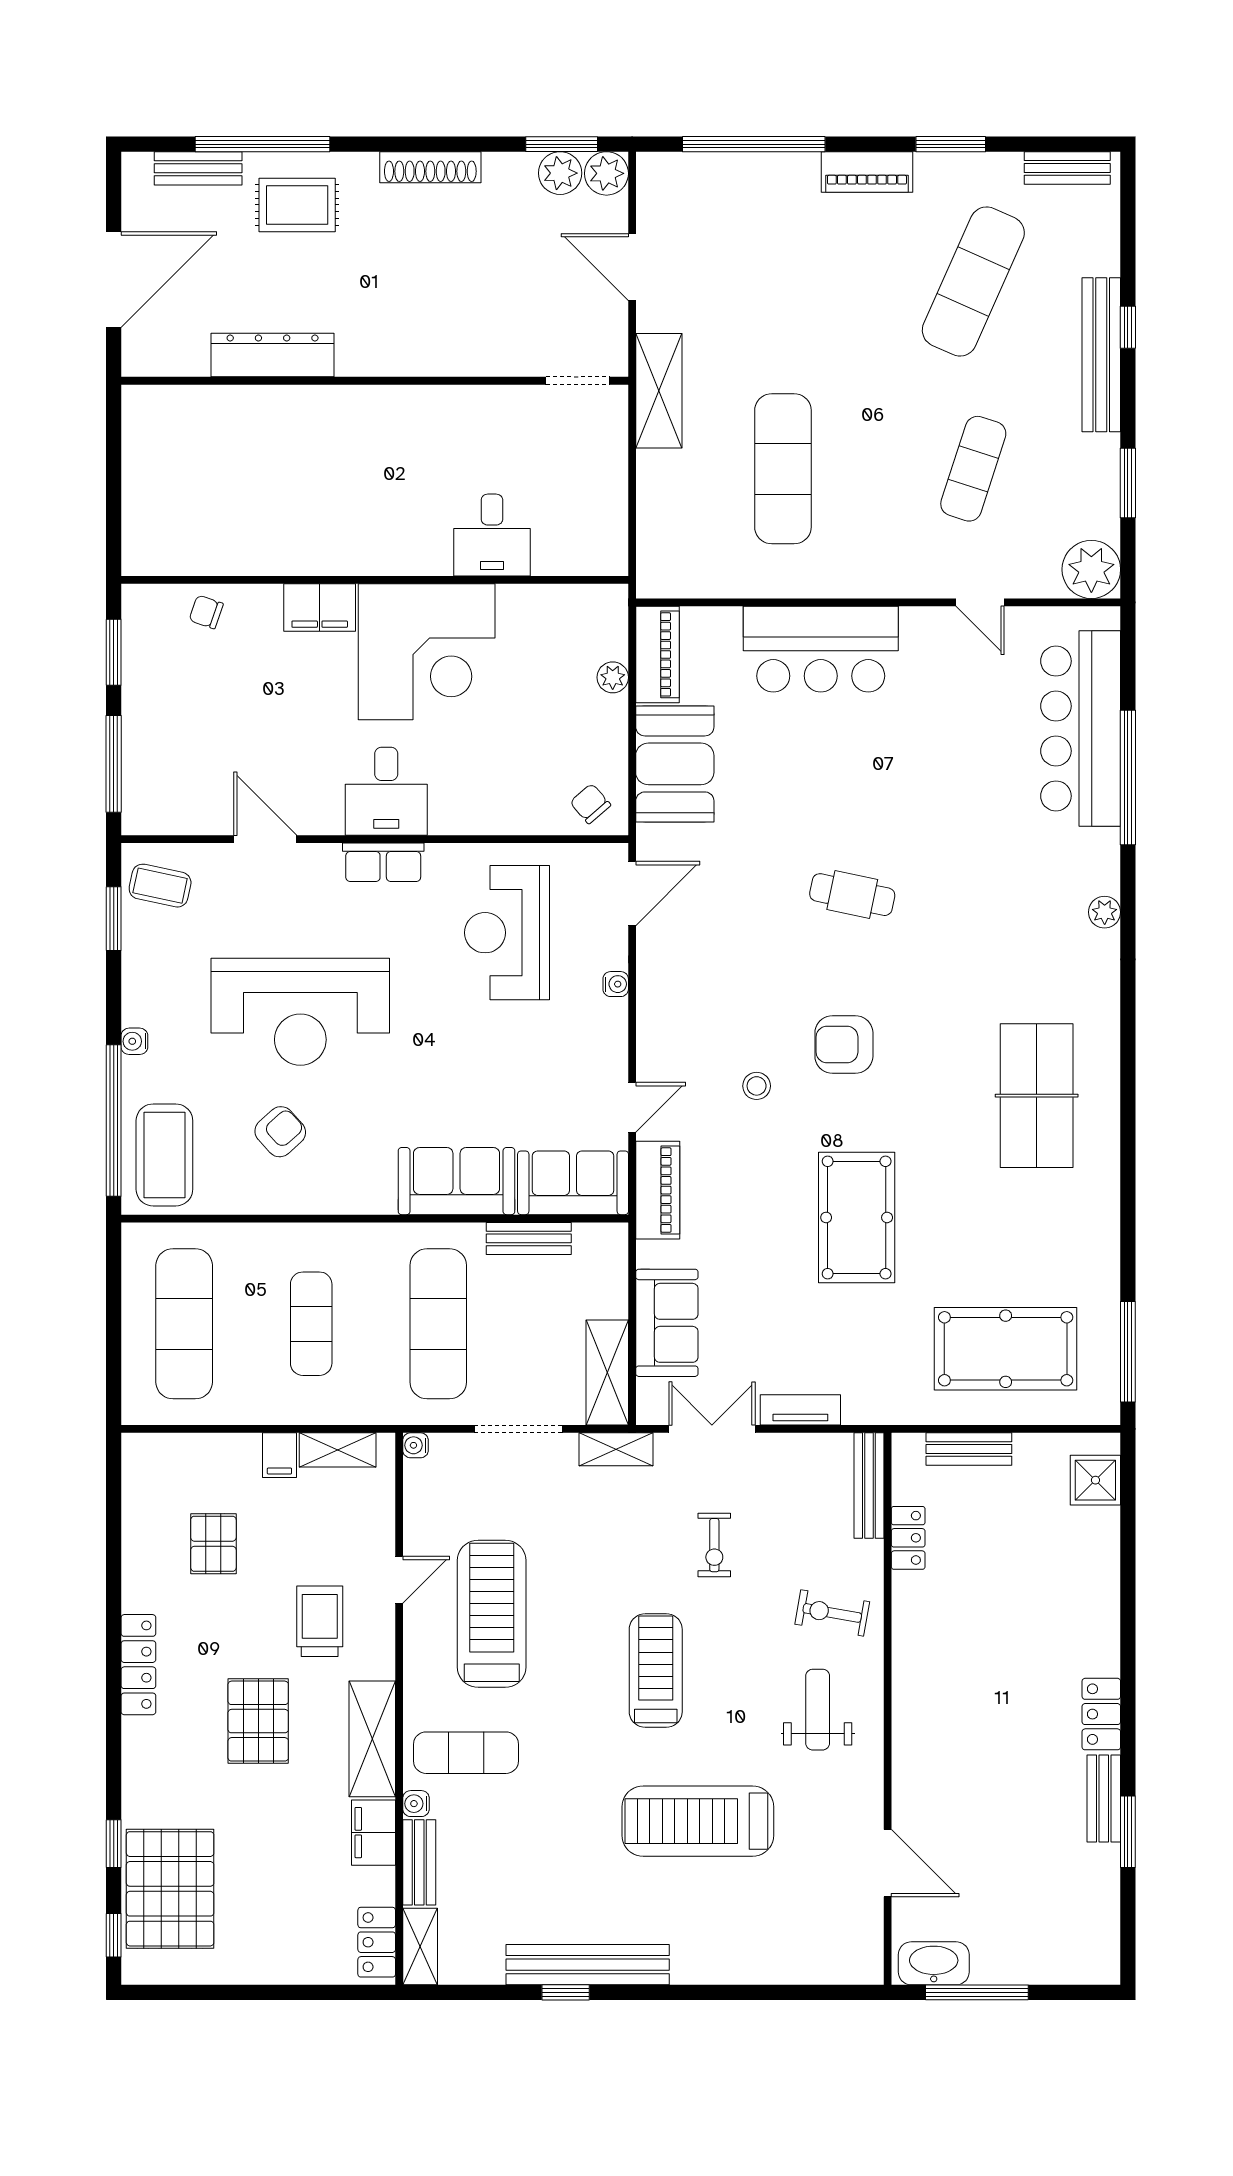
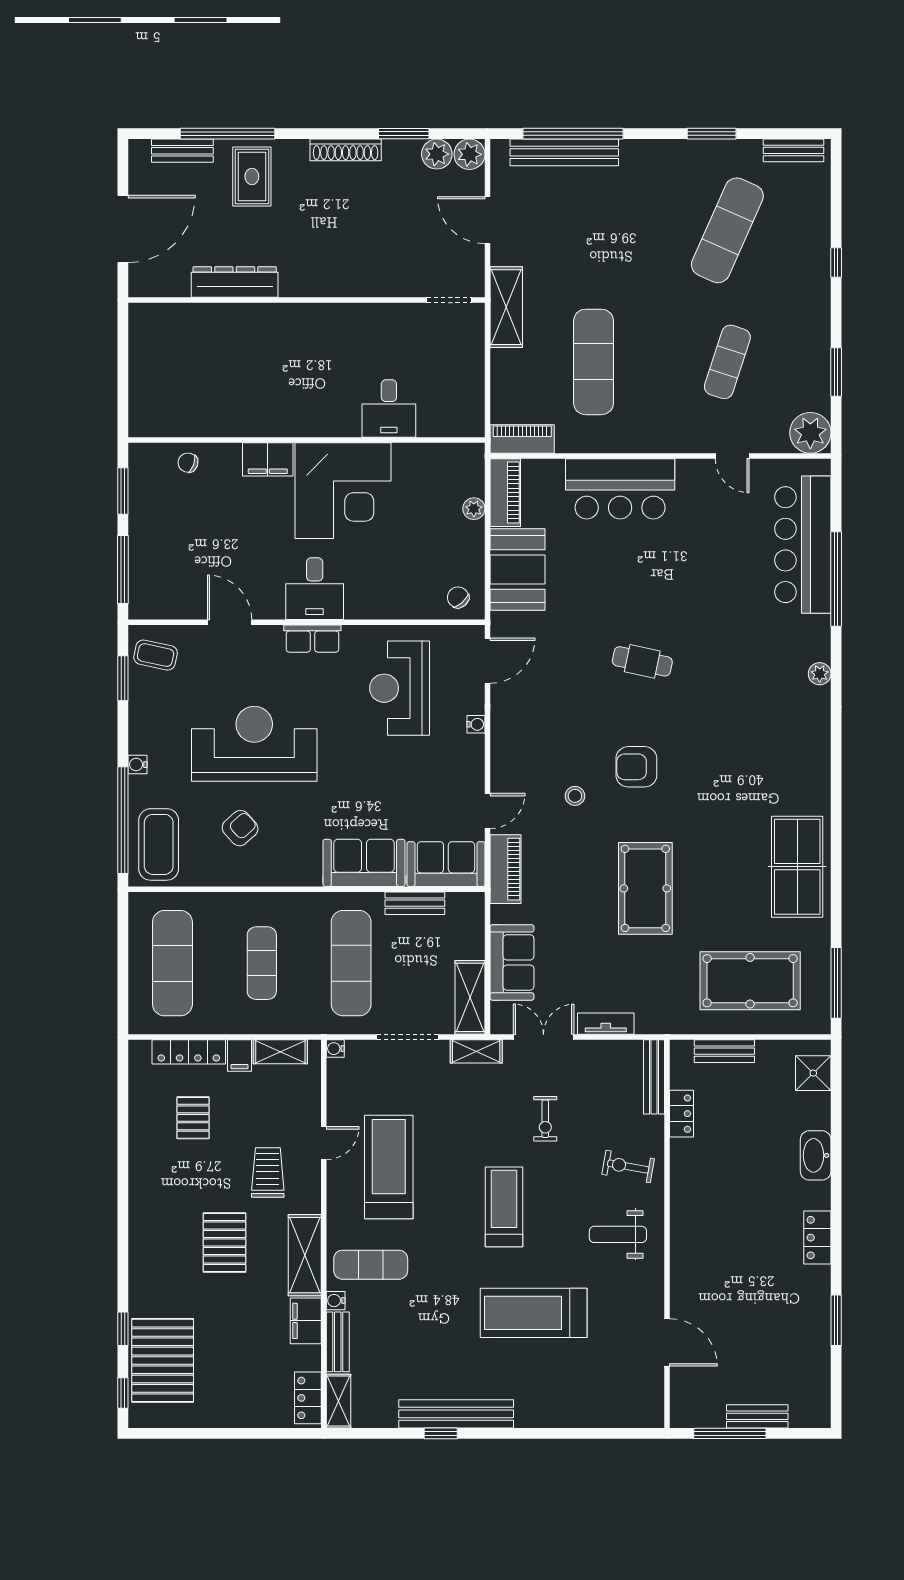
window: (562, 144) -> (404, 134), moved
piano: (867, 172) -> (522, 439), moved, turned 180
rug: (297, 205) -> (252, 177), turned 90
bench: (1101, 355) -> (564, 152), moved, turned 90
reception desk: (300, 1012) -> (254, 744), turned 180
table tennis table: (1037, 1096) -> (797, 867), moved
locker: (138, 1665) -> (189, 1052), moved, turned 90
weight bench: (818, 1710) -> (618, 1234), turned -90
bench: (1104, 1799) -> (757, 1416), moved, turned 90
washbasin: (934, 1963) -> (816, 1155), moved, turned -90

